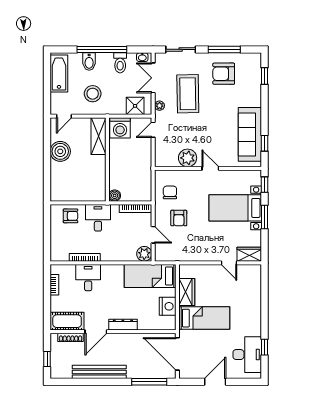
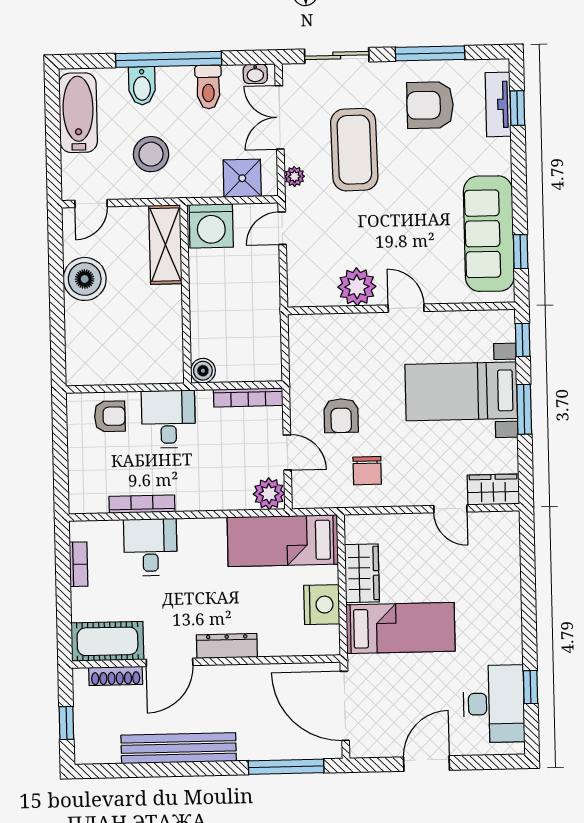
tv unit: (256, 74) -> (498, 104), added
chair: (170, 192) -> (367, 471), moved, turned 180

